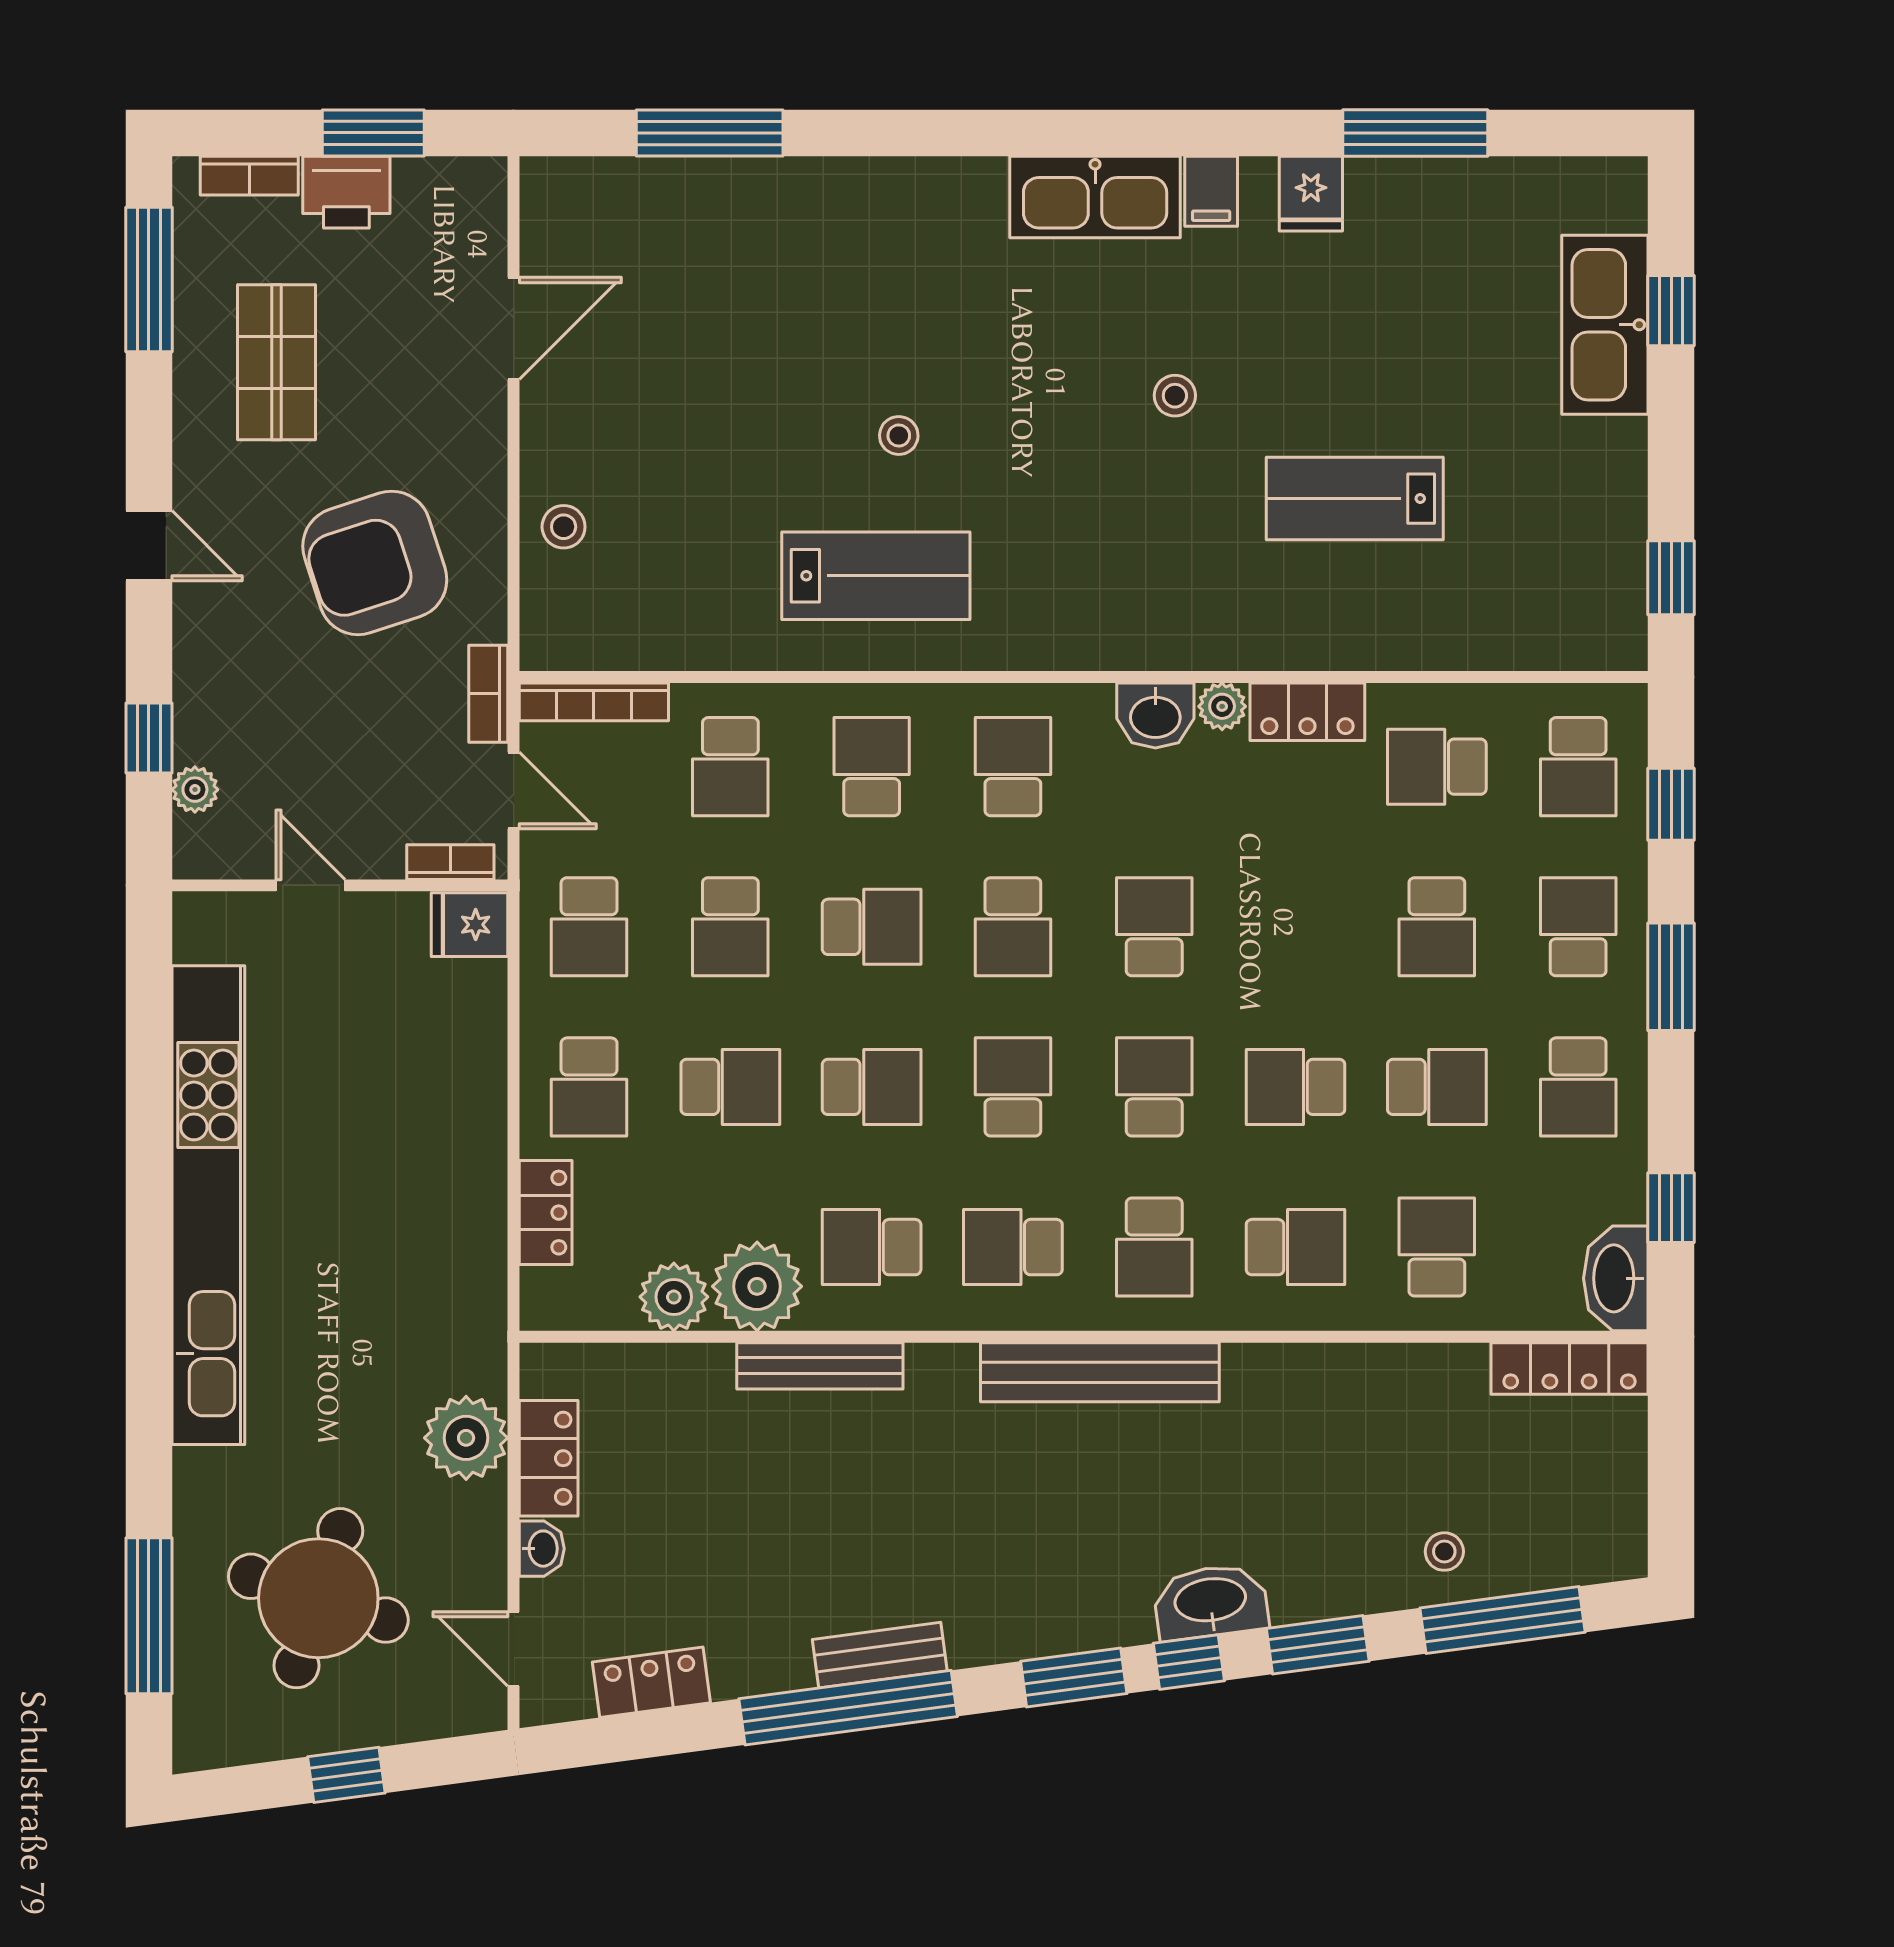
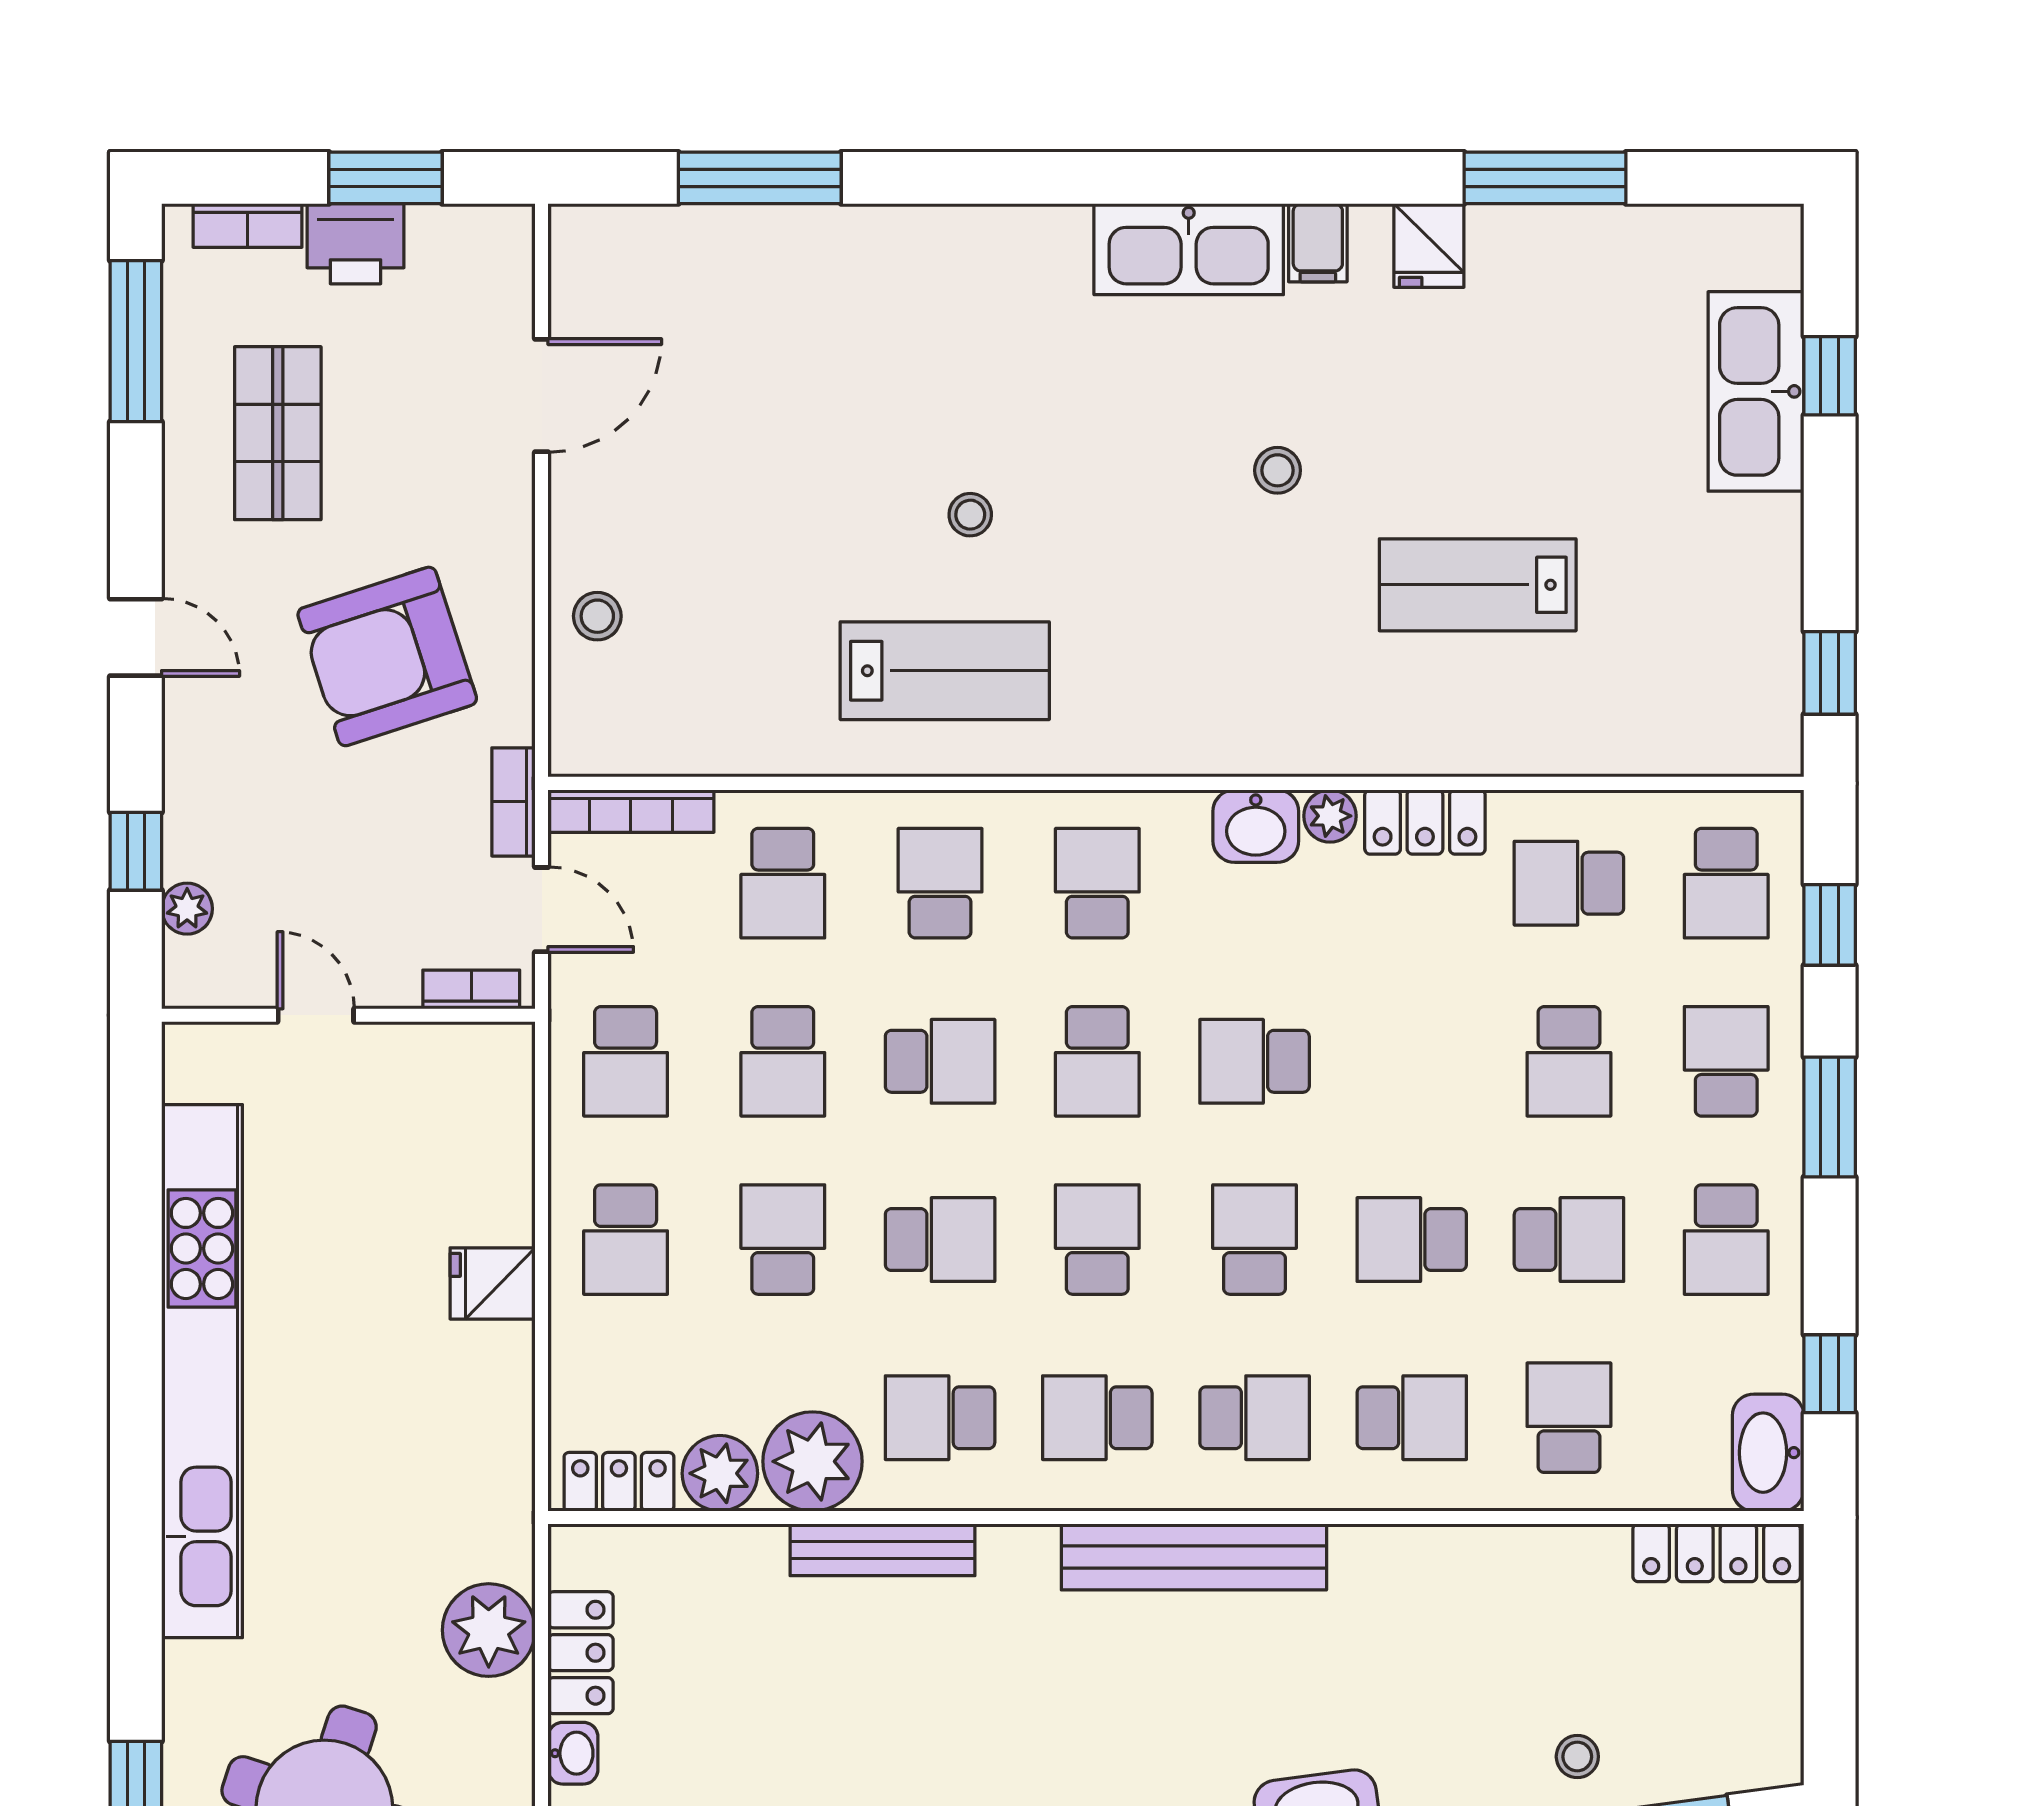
fridge: (470, 925) -> (493, 1283), moved
school desk: (1154, 927) -> (1255, 1061), turned -90
school desk: (730, 1087) -> (783, 1240), turned -90
locker: (546, 1213) -> (619, 1482), moved, turned -90
school desk: (1154, 1247) -> (1255, 1418), turned -90

